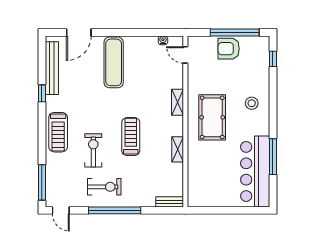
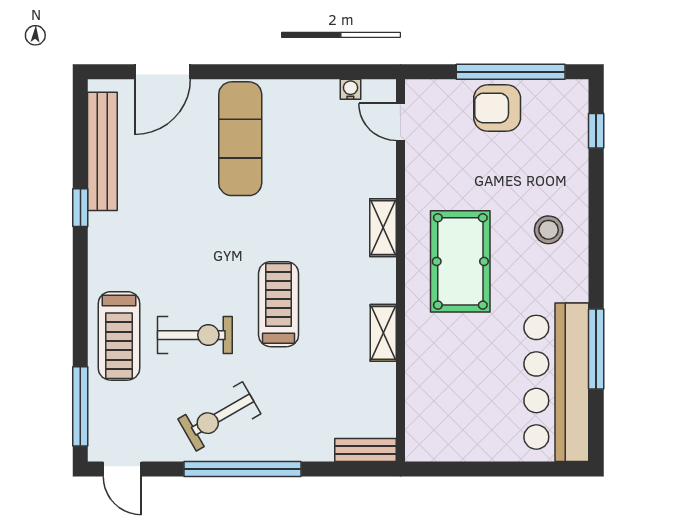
treadmill: (58, 132) -> (119, 336), moved
exercise bike: (93, 150) -> (195, 335), turned 90
exercise bike: (104, 187) -> (219, 416), turned 150

